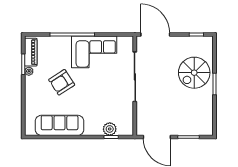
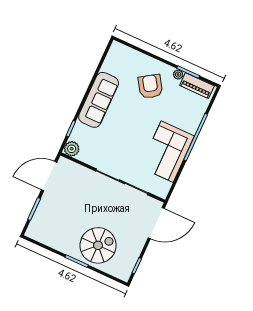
spiral stairs: (194, 73) -> (98, 245), turned 90
armchair: (62, 82) -> (150, 86), moved
sofa: (60, 125) -> (99, 100), moved
plant: (110, 129) -> (72, 149), moved

